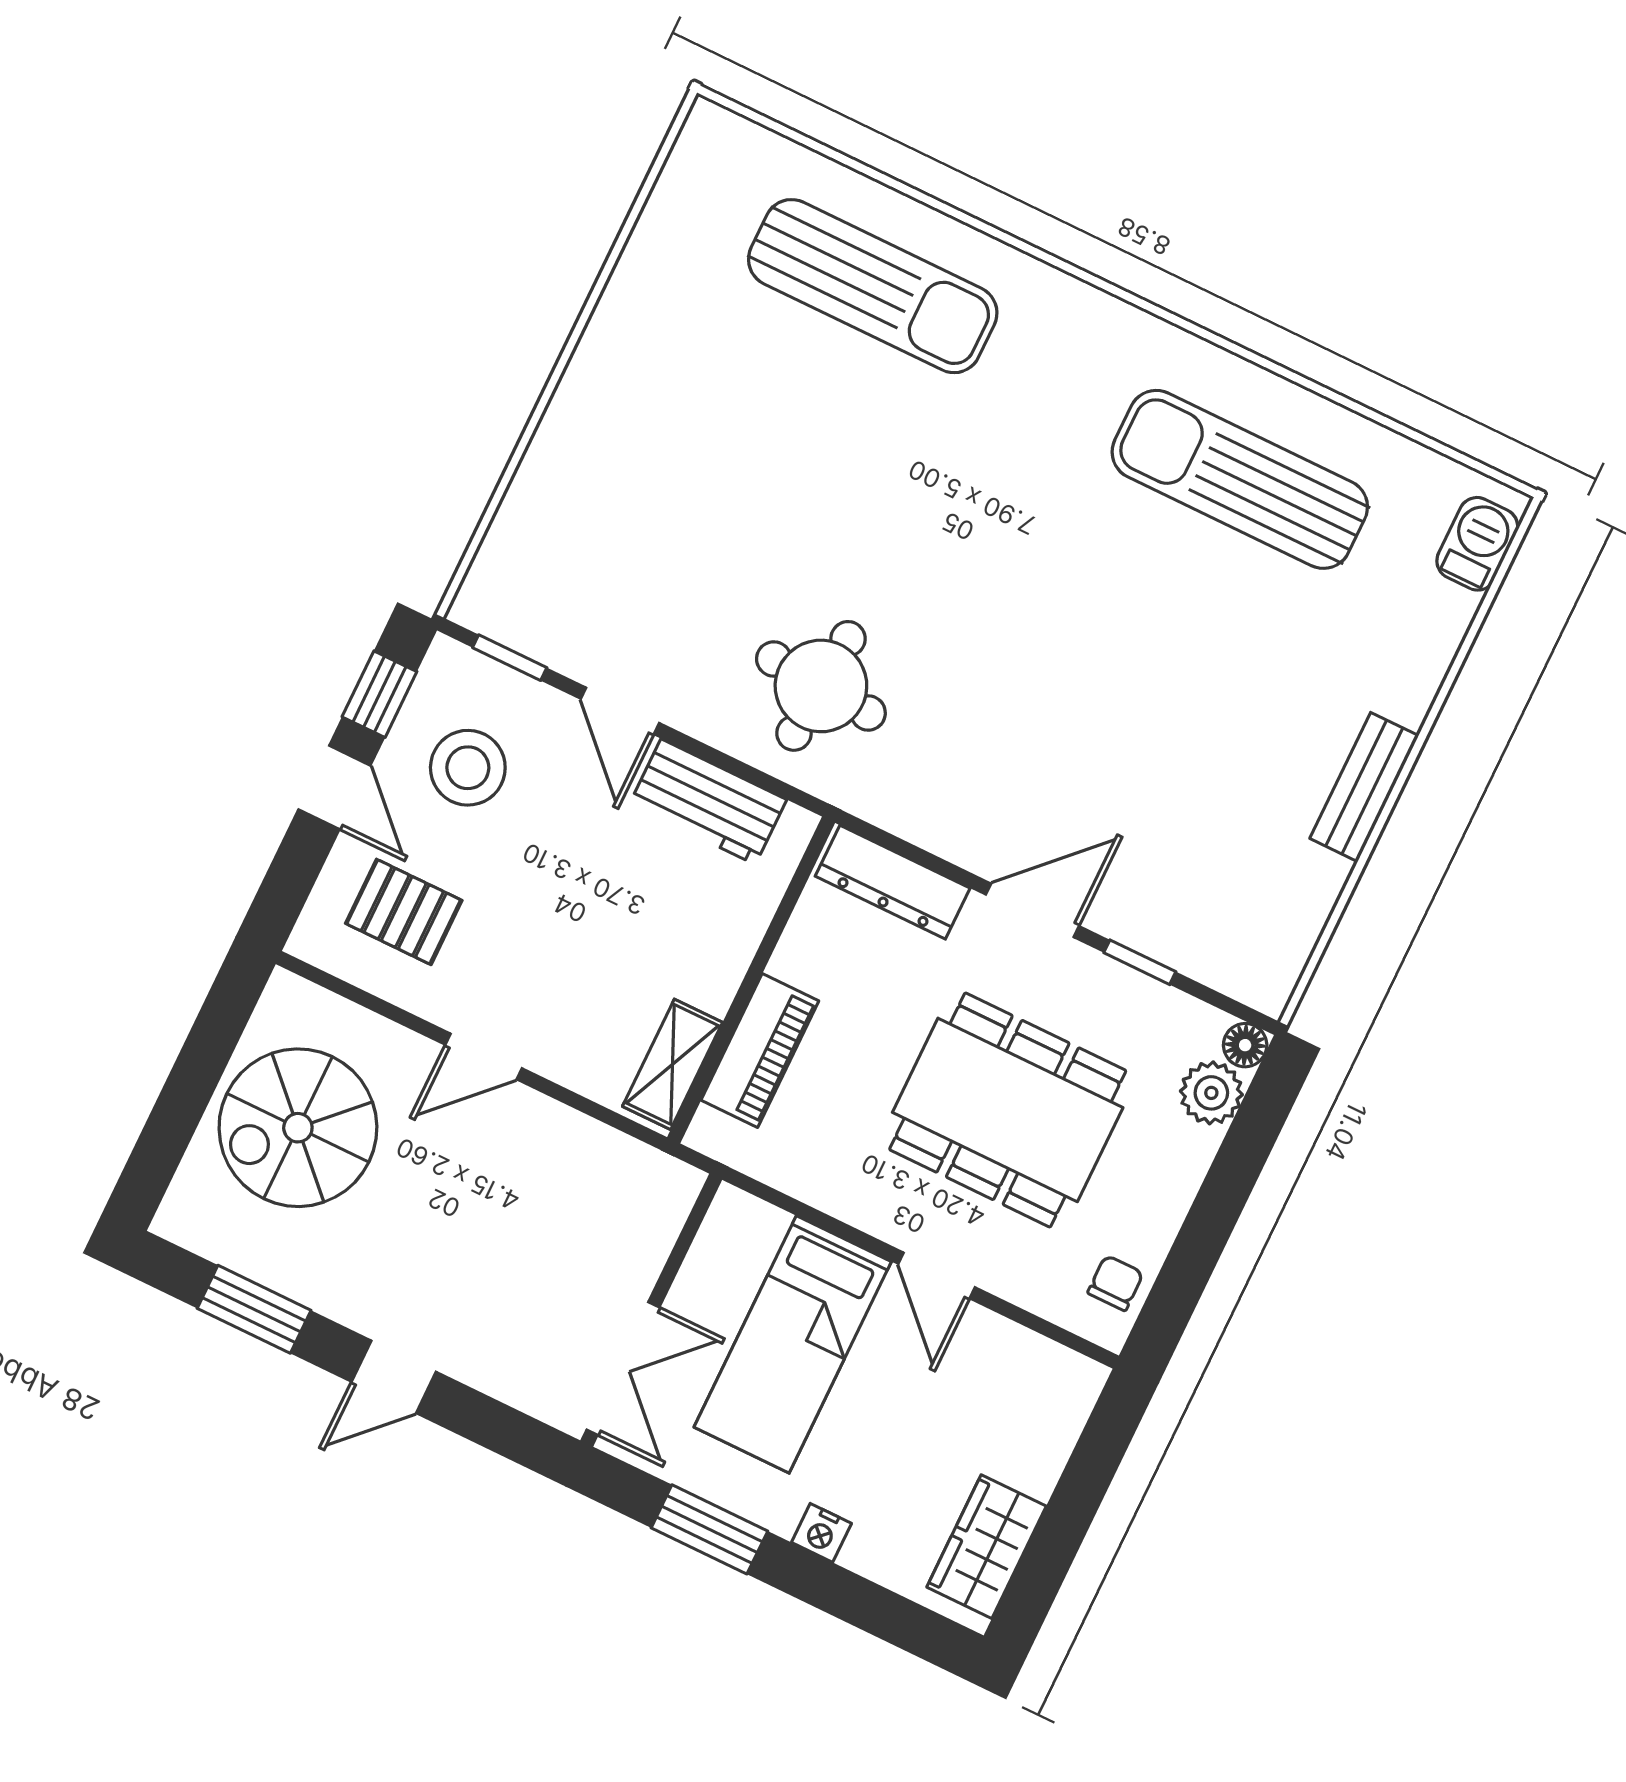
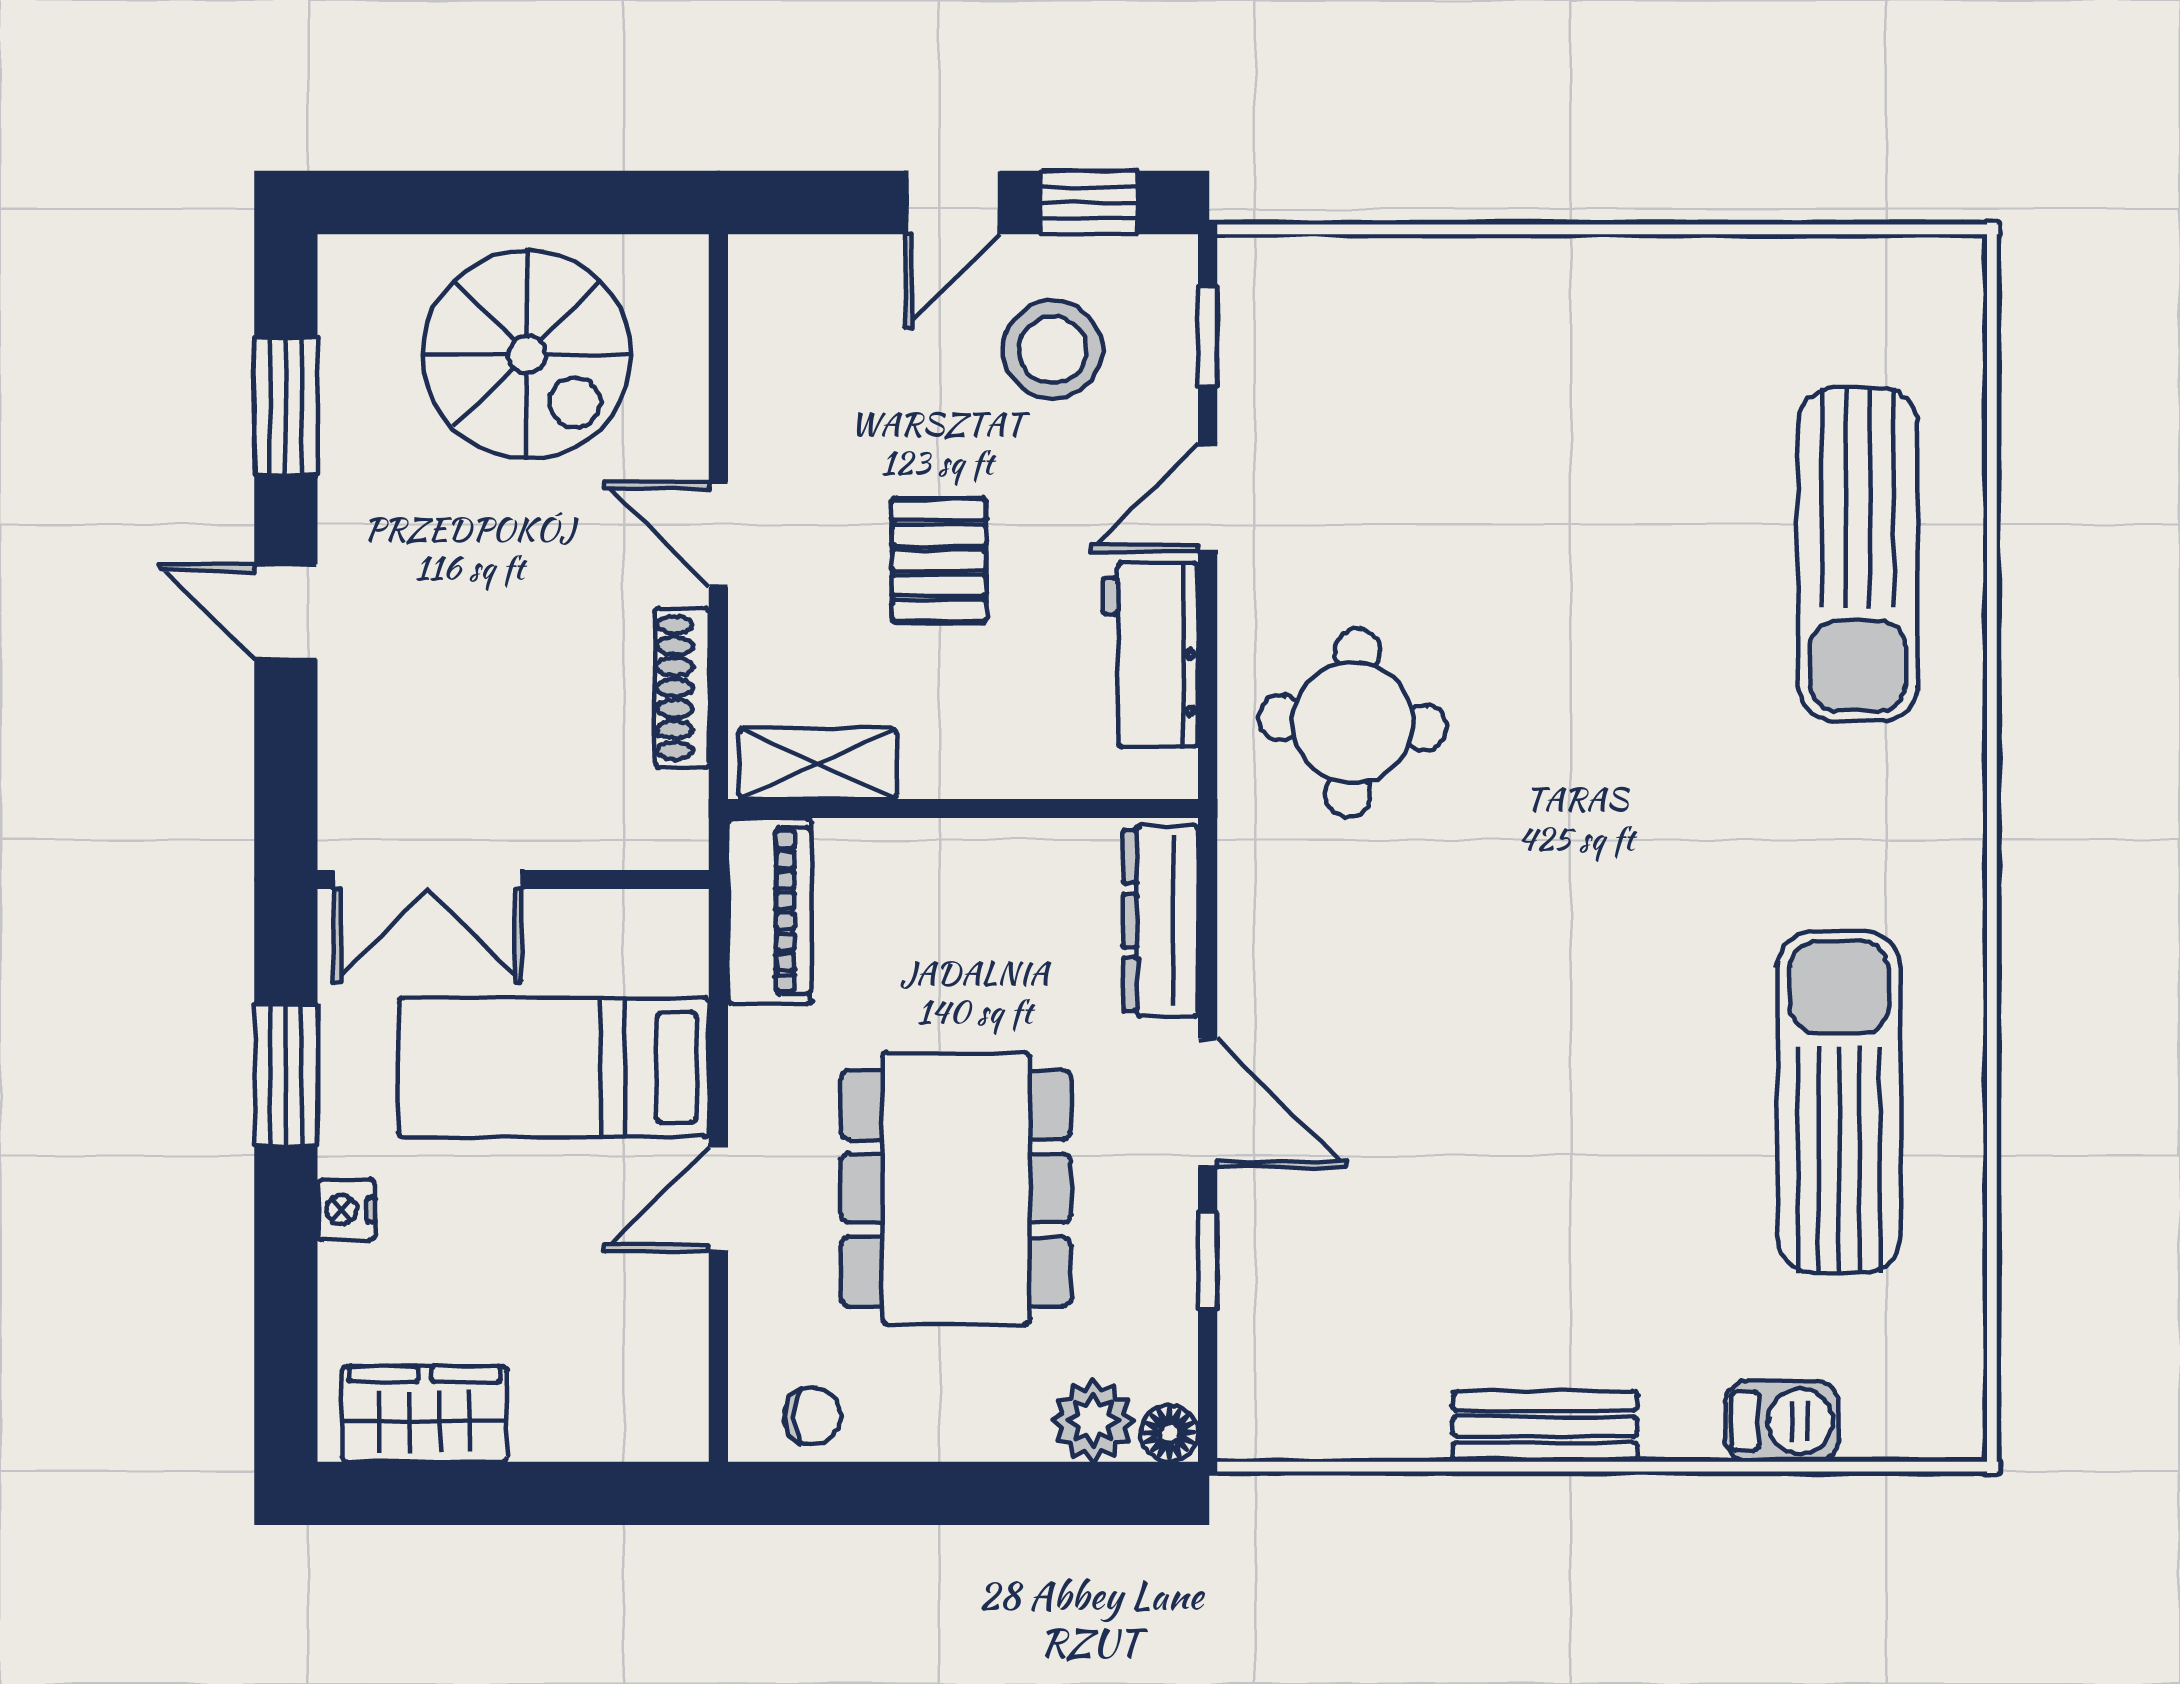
barbecue: (1477, 544) -> (1782, 1421), moved
pallet: (404, 912) -> (939, 560), moved
piano: (760, 1051) -> (769, 911), moved, turned -90
spiral stairs: (298, 1128) -> (527, 355), turned 180
shoe rack: (576, 1132) -> (682, 688), added

